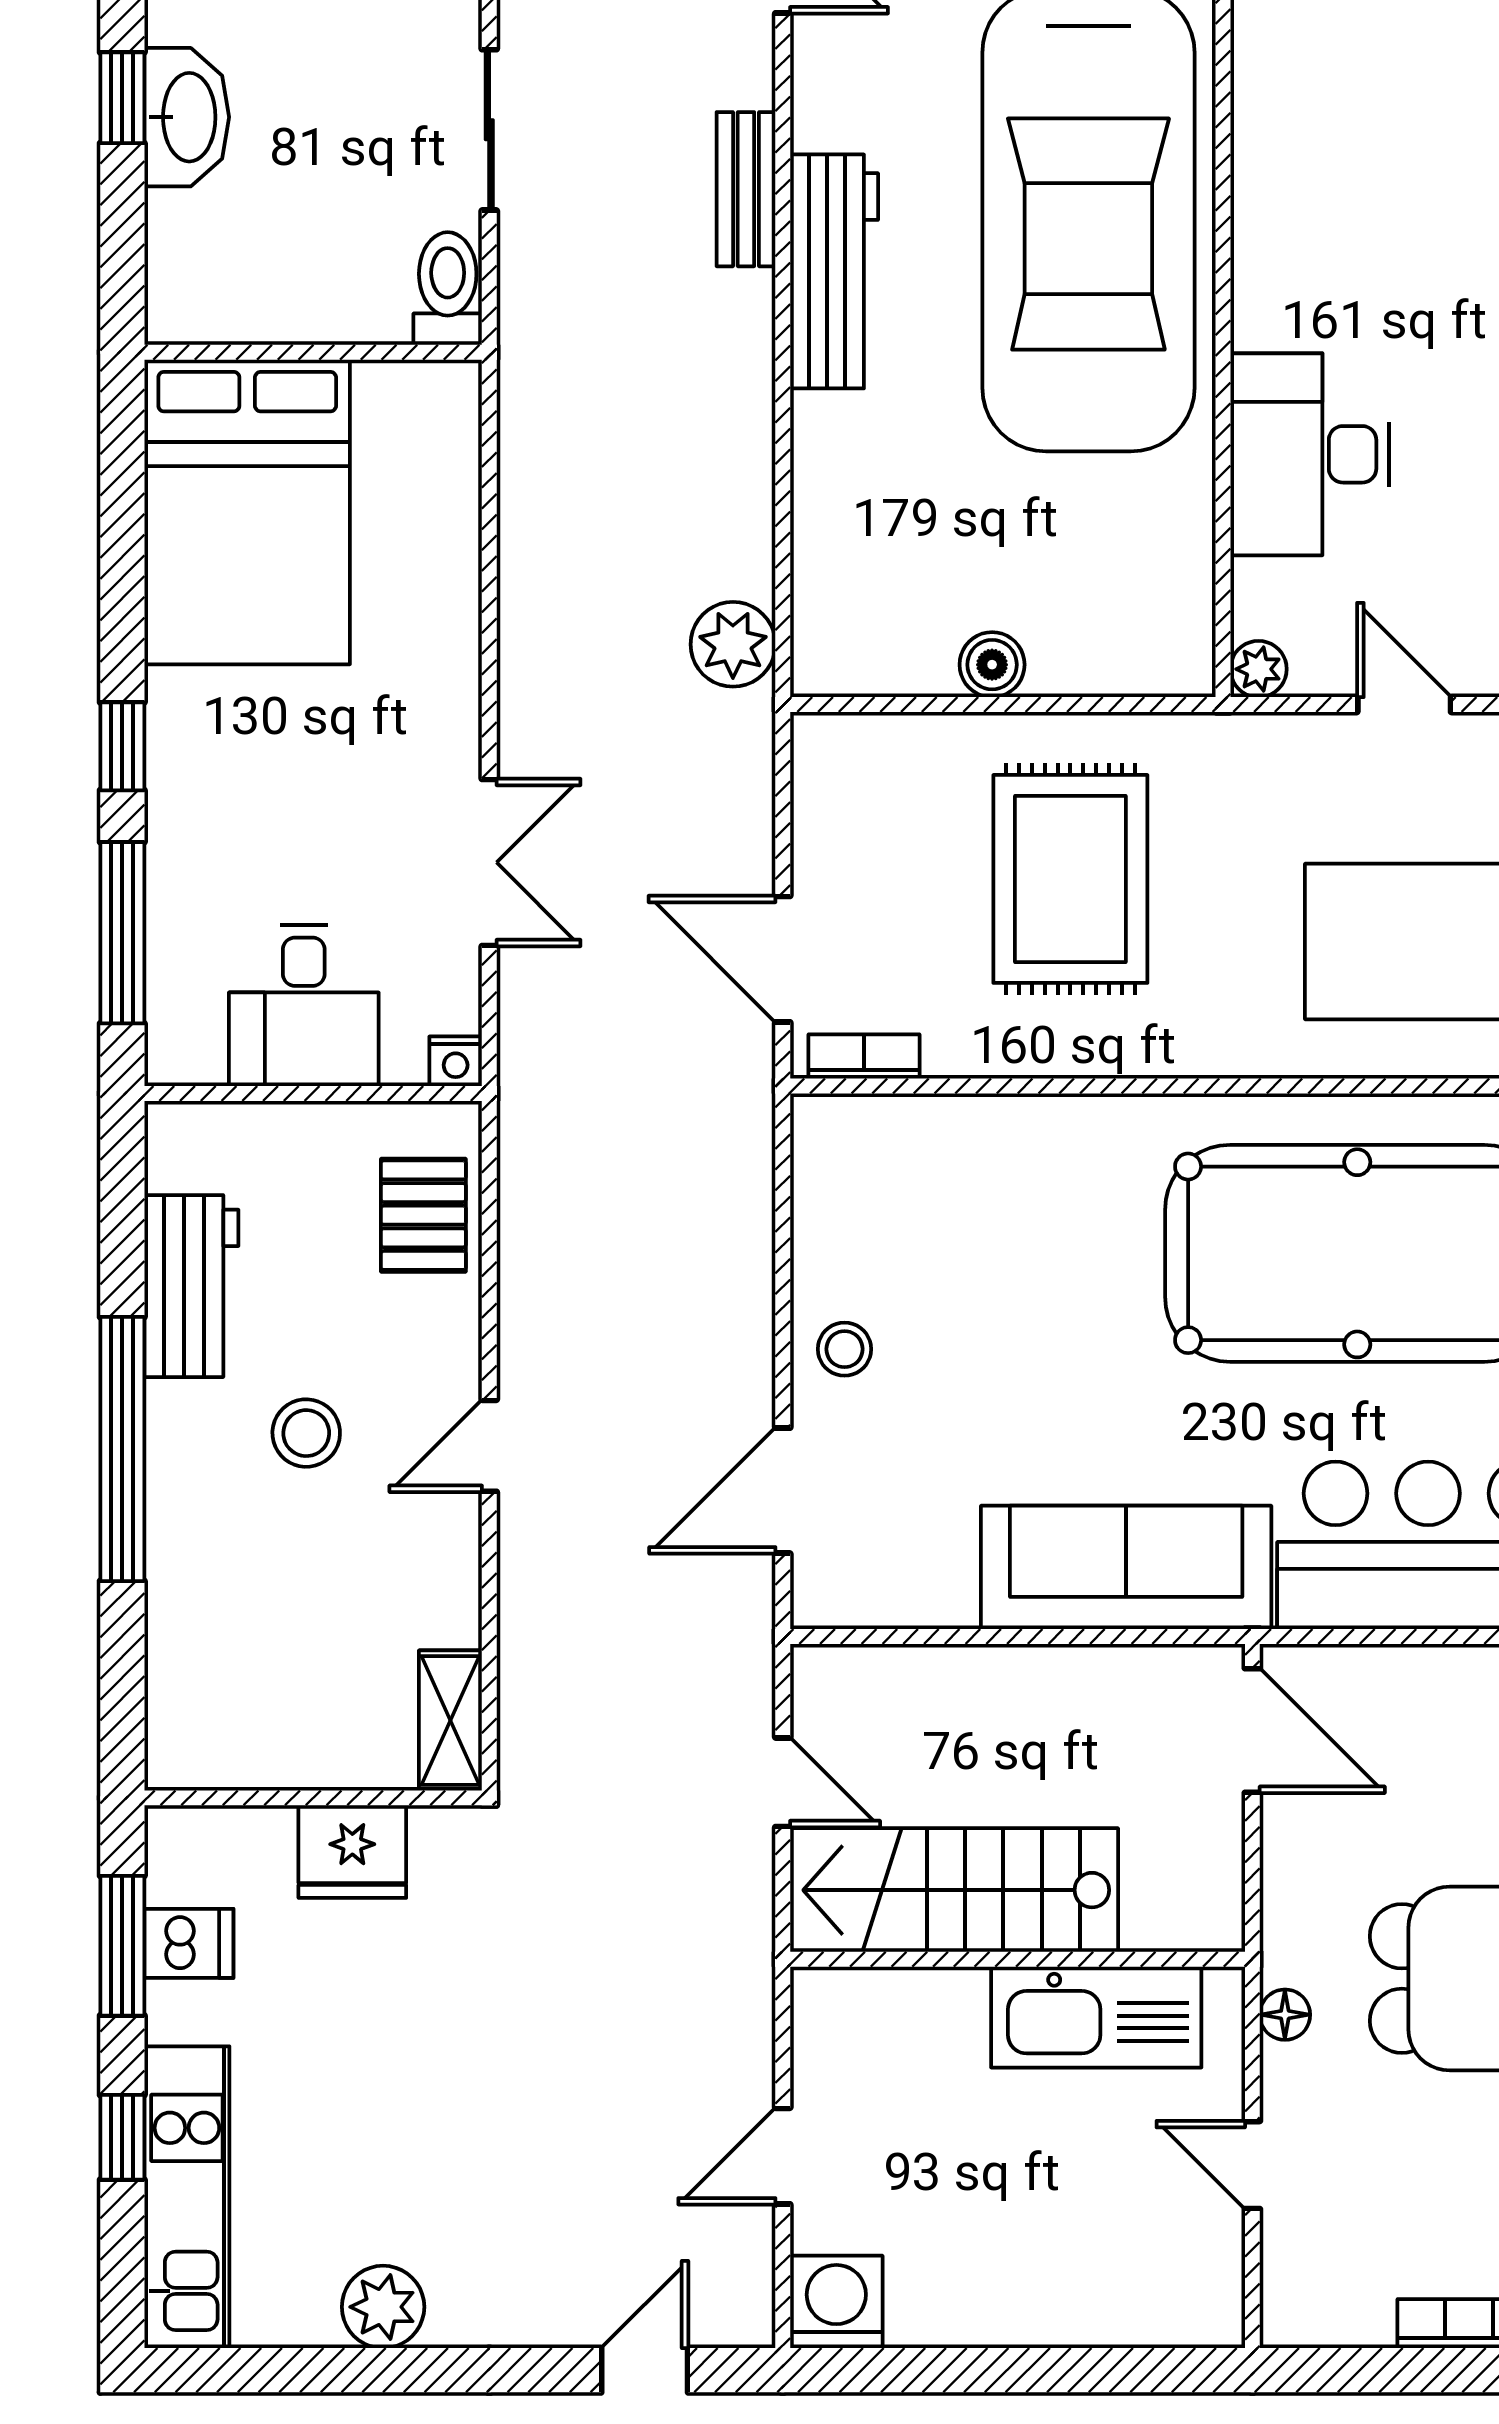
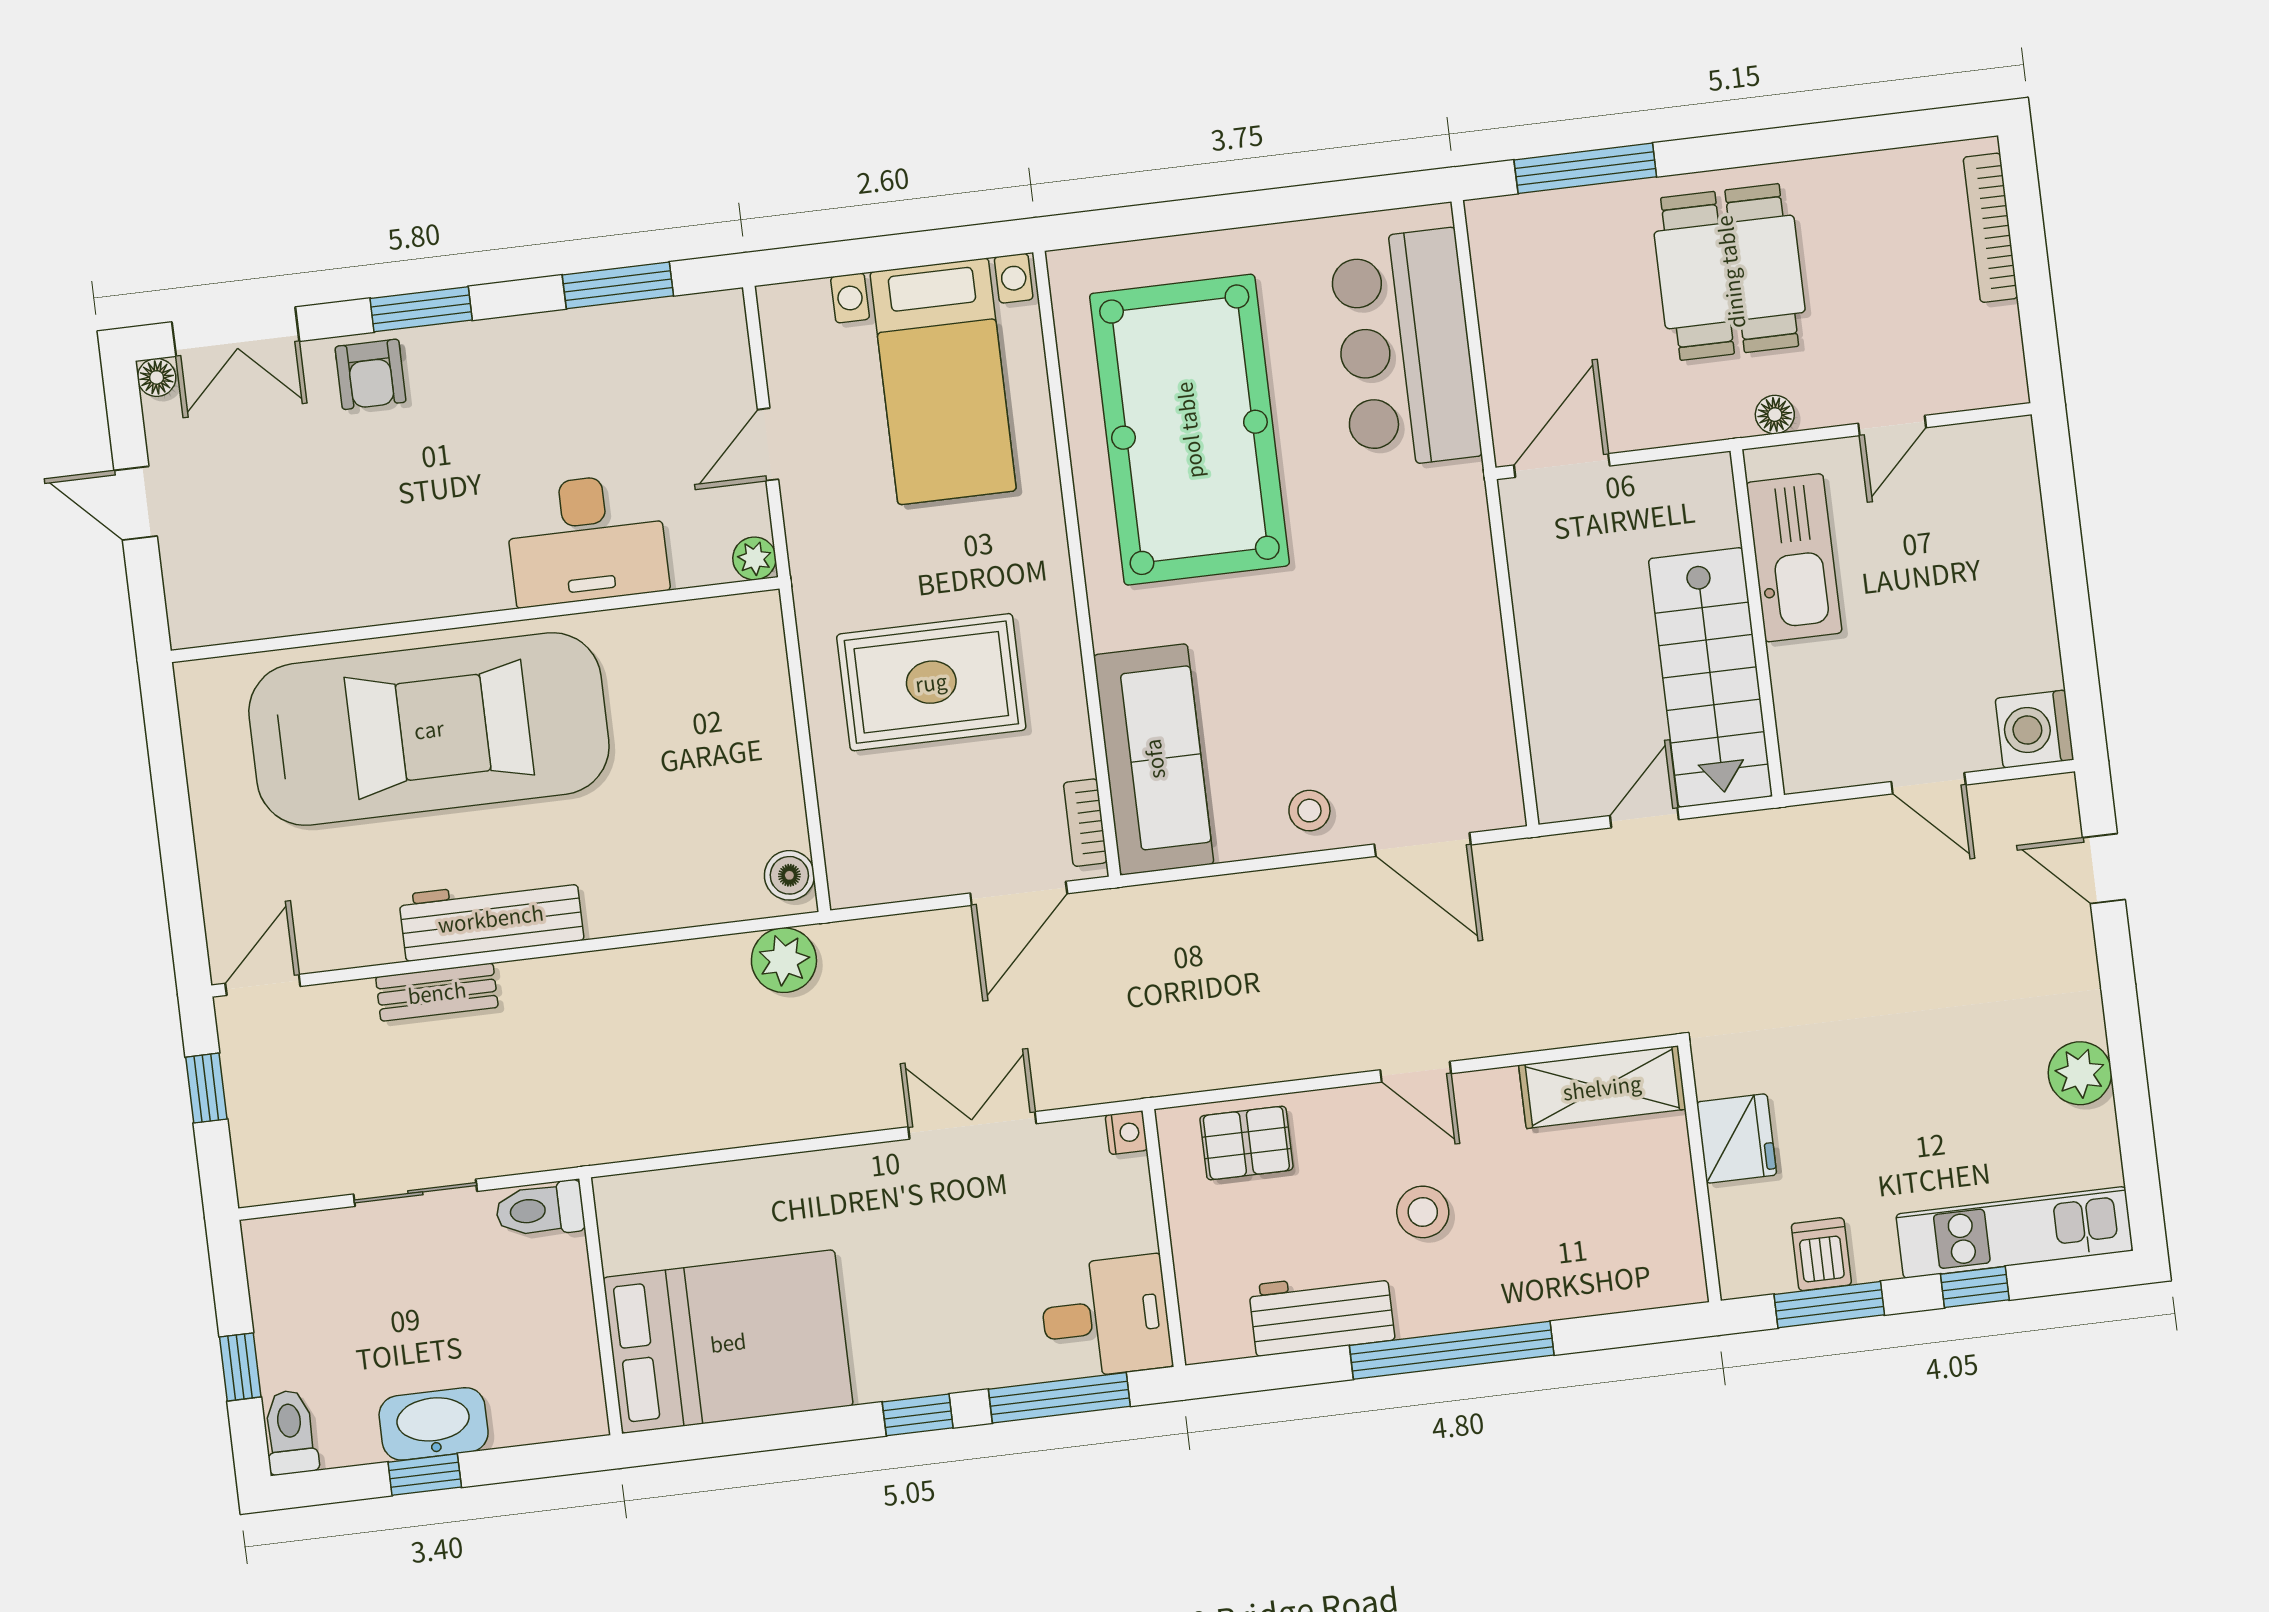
boiler: (992, 665) -> (789, 875), moved
desk: (304, 1005) -> (1106, 1317), moved
sofa: (1126, 1567) -> (1154, 759), moved, turned 180
shelving: (450, 1720) -> (1602, 1087), width x1.50, depth x1.33

